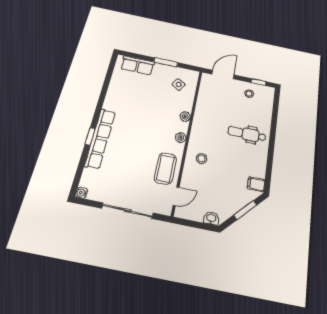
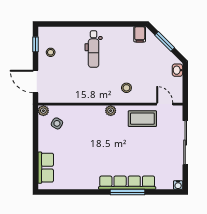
window: (166, 62) -> (36, 141), removed
plant: (185, 116) -> (43, 111), moved
window: (90, 136) -> (127, 192), width x2.17

